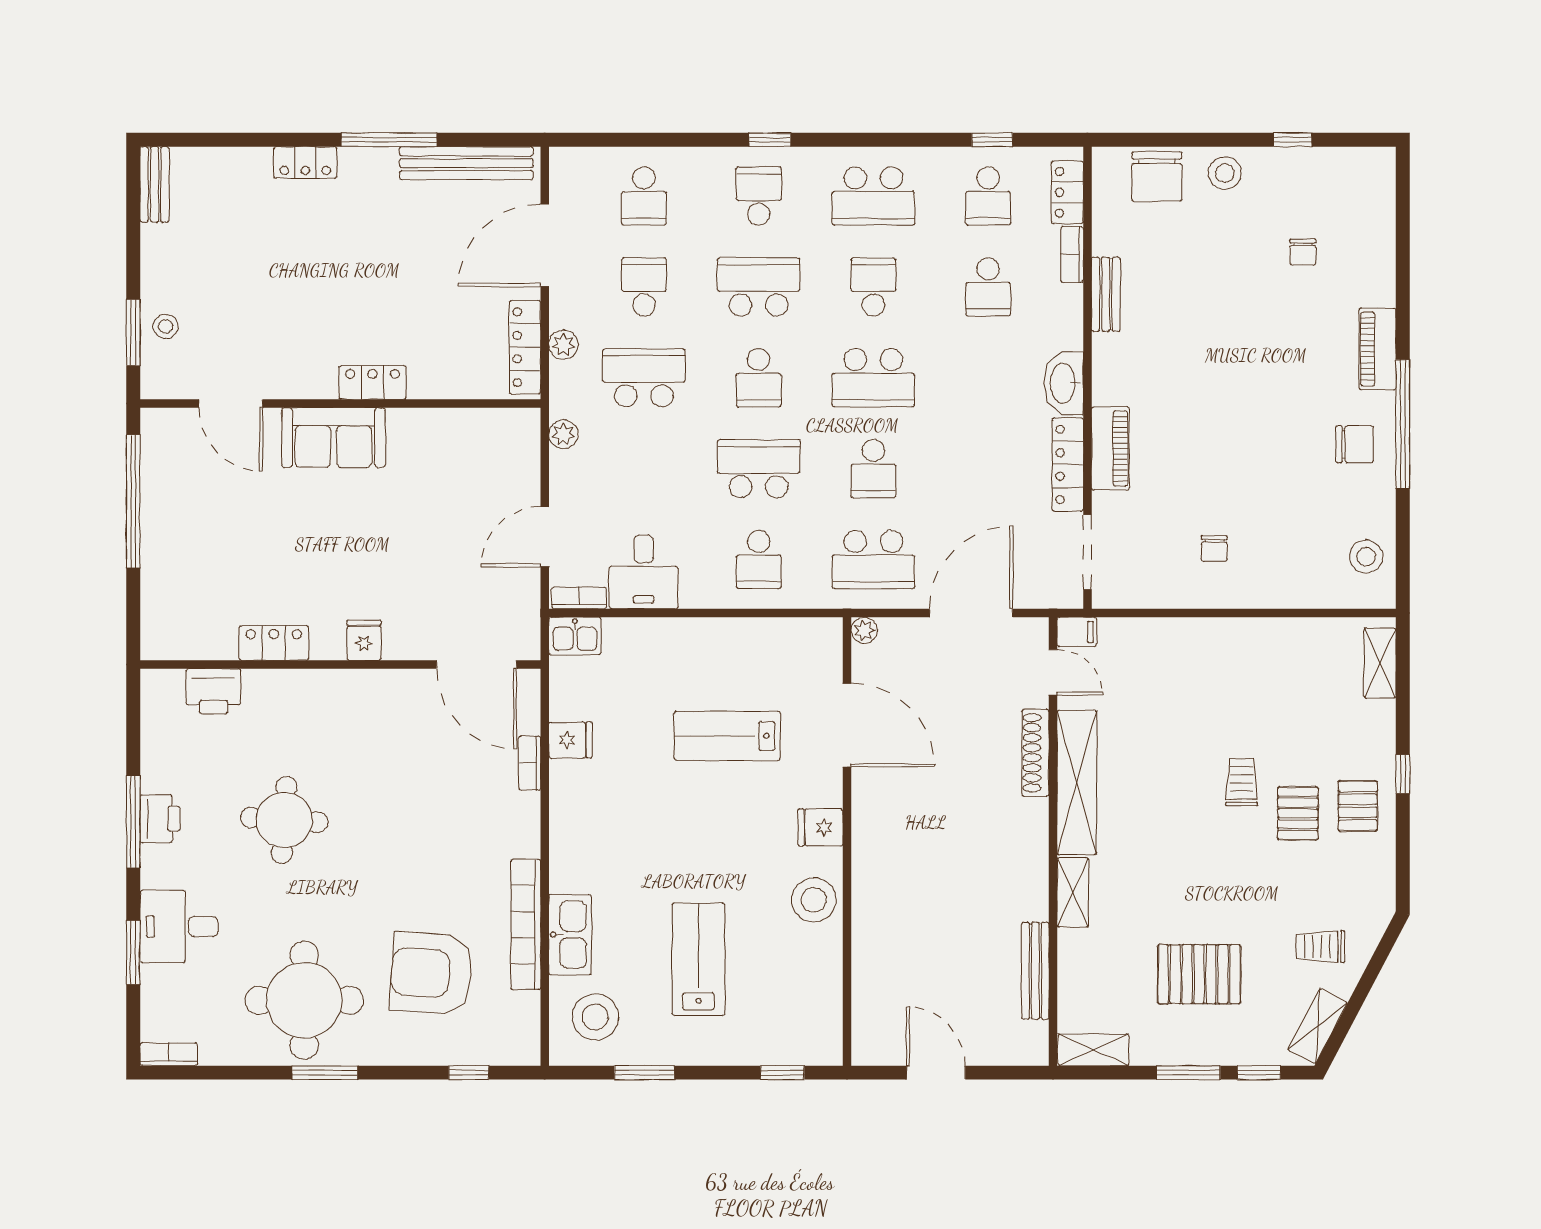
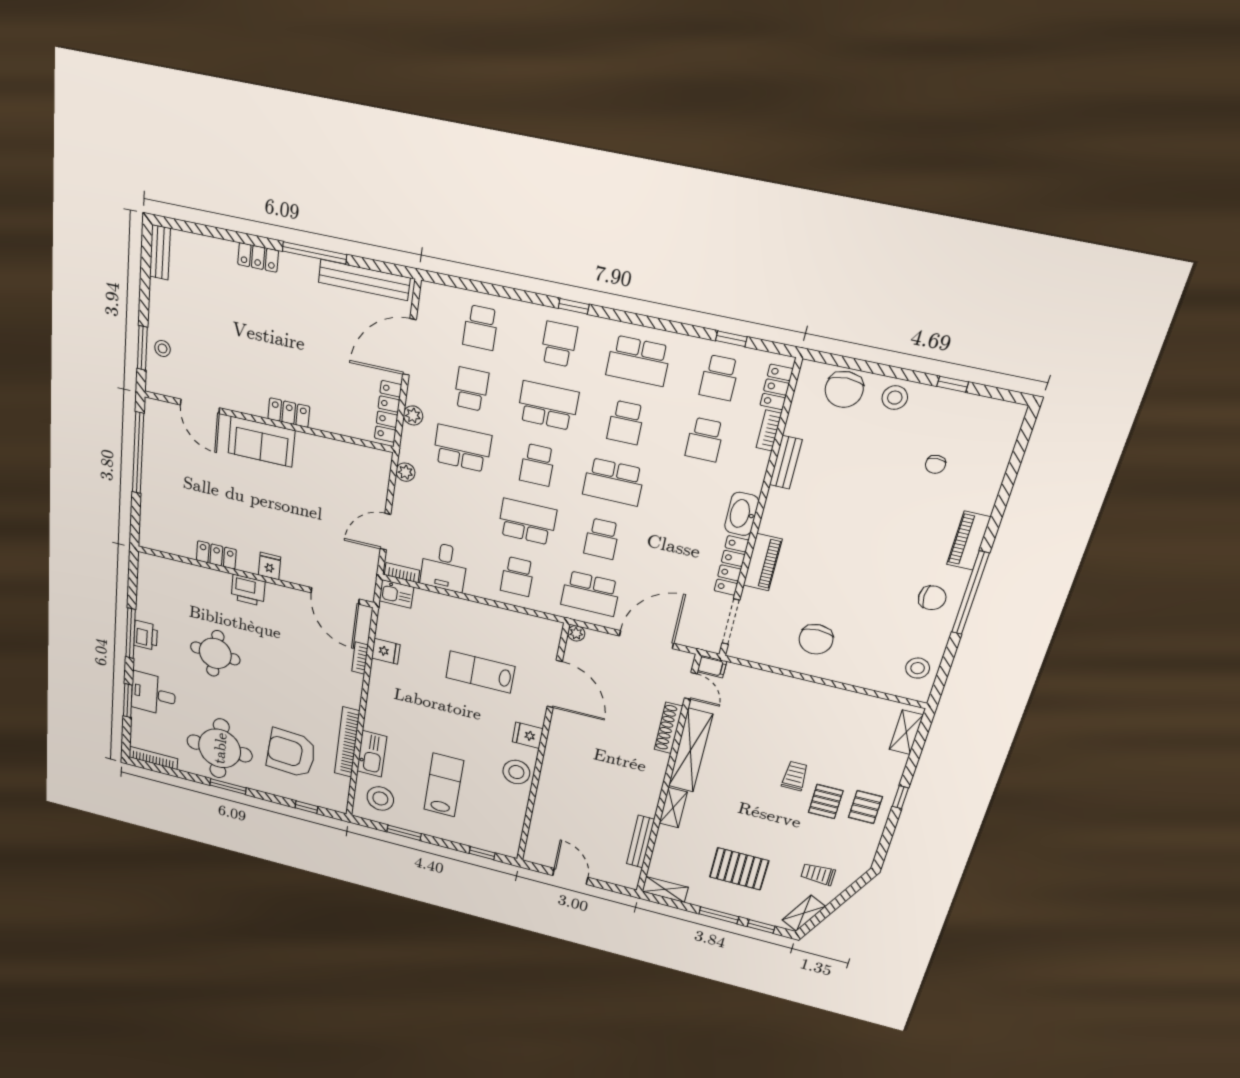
school desk: (873, 287) -> (626, 423), turned 180
chair: (1214, 549) -> (816, 639), width x1.87, depth x1.87
printer: (213, 691) -> (248, 590), moved
bookcase: (169, 1054) -> (153, 758), width x1.56

